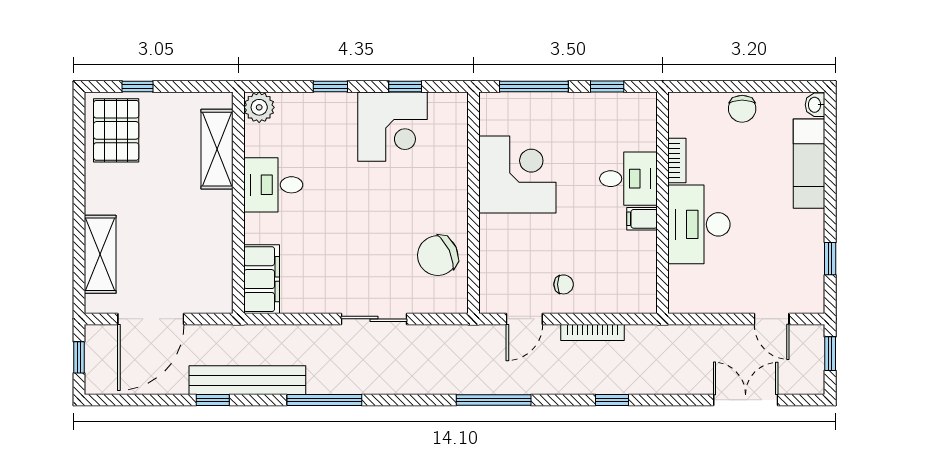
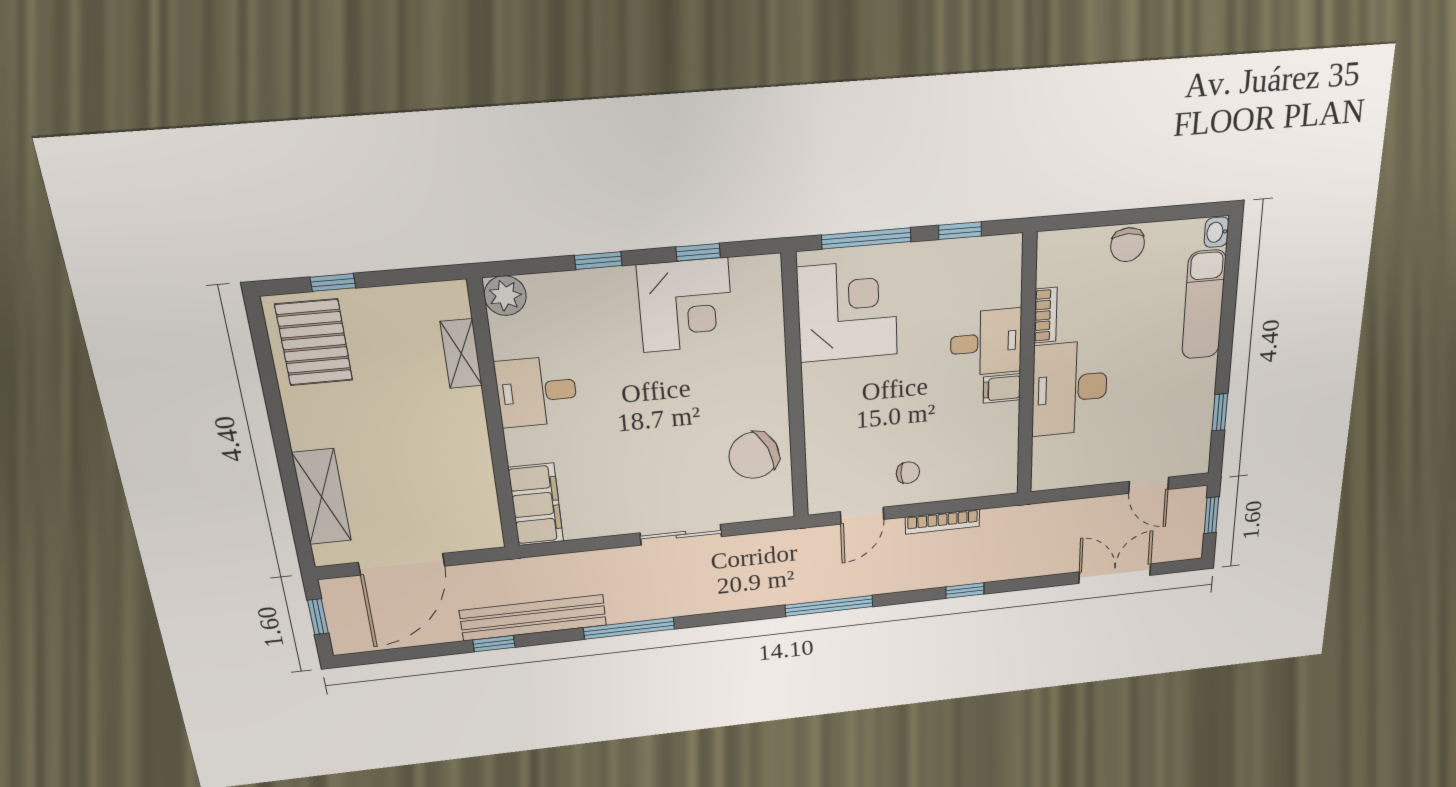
shelving: (217, 149) -> (461, 354), width x0.67, depth x0.75
corner desk: (517, 175) -> (847, 311), moved

